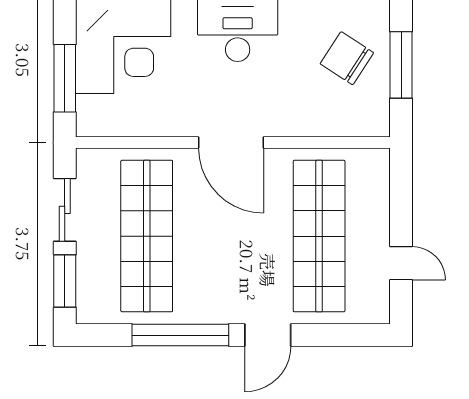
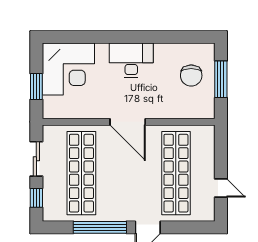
chair: (347, 58) -> (191, 76), turned -123
window: (65, 78) -> (36, 87), width x0.69
window: (65, 281) -> (36, 198), width x0.67

